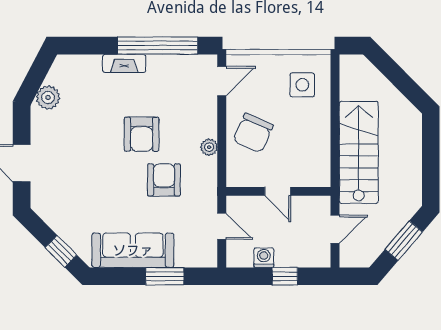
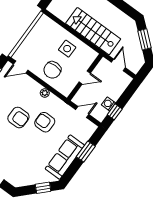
door: (222, 81) -> (21, 67), swing flipped
side table: (302, 85) -> (67, 49), moved
chair: (253, 133) -> (52, 70), turned 66
window: (285, 276) -> (115, 112), moved

